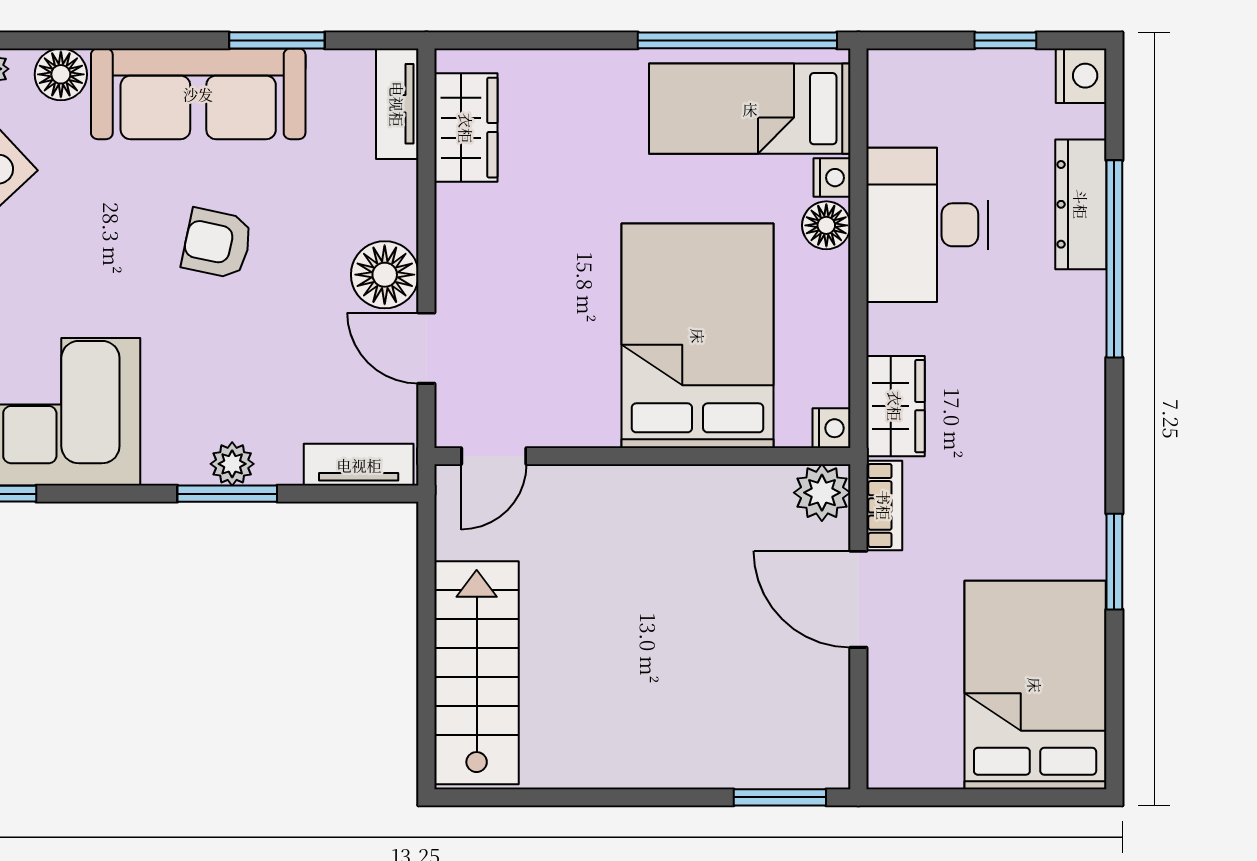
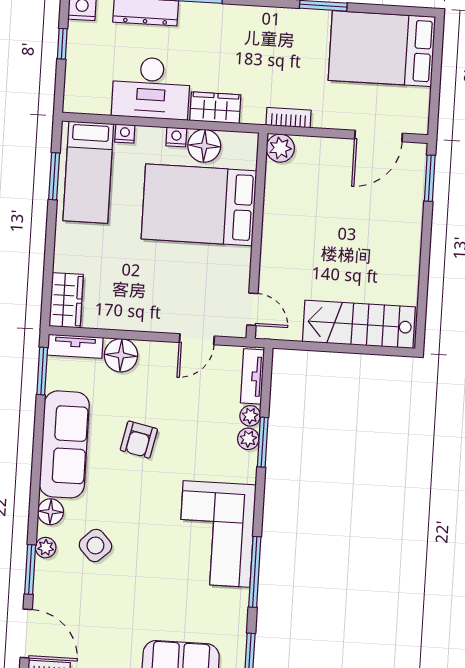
window: (277, 40) -> (42, 371), moved
window: (737, 40) -> (54, 176), width x0.47
wardrobe: (466, 128) -> (66, 300), moved, turned 90
floor lamp: (826, 225) -> (204, 146), moved, width x1.38, depth x1.38
floor lamp: (385, 275) -> (121, 355), moved
wardrobe: (895, 406) -> (215, 108), moved
nightstand: (831, 428) -> (176, 137), moved
plant: (279, 465) -> (250, 416), added
door: (858, 599) -> (379, 136), moved

